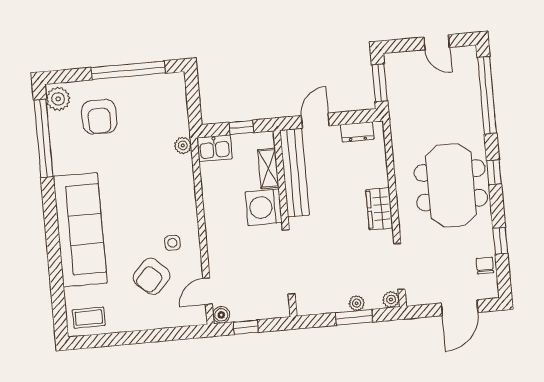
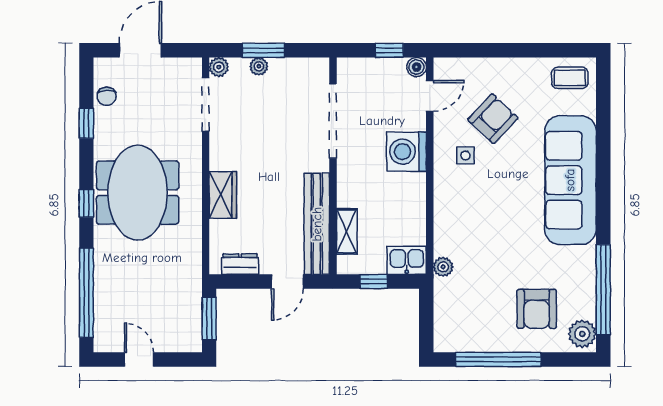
armchair: (99, 117) -> (537, 309), turned 180
washing machine: (264, 207) -> (406, 152), moved, turned 180
wardrobe: (379, 209) -> (223, 195), moved

